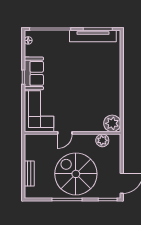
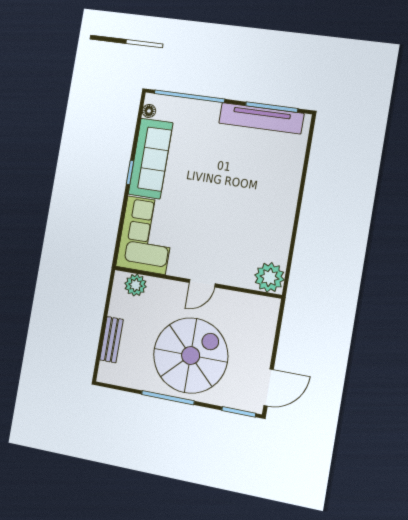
sofa: (34, 73) -> (150, 158), width x1.36
door: (65, 133) -> (202, 283), moved
plant: (102, 140) -> (136, 285), moved
spiral stairs: (76, 174) -> (191, 355), turned 90

